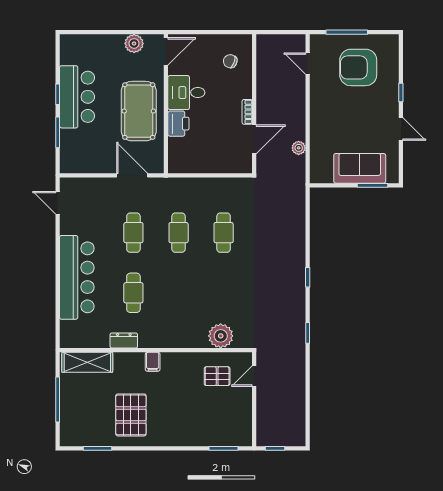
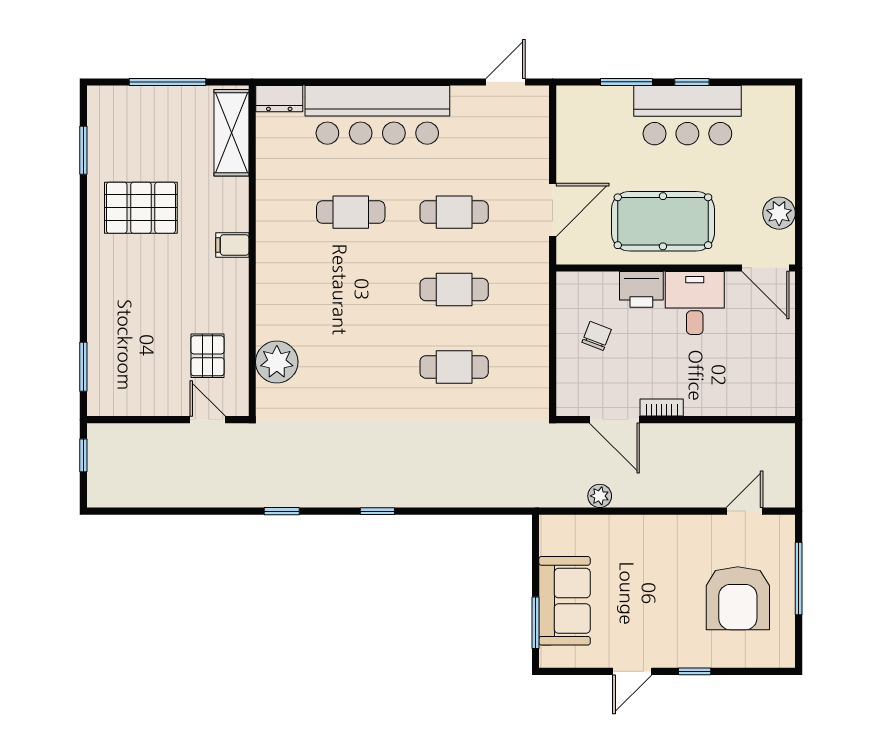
chair: (230, 61) -> (597, 336), moved
armchair: (358, 67) -> (738, 598), turned 180
dresser: (124, 340) -> (279, 99), moved, turned 90

